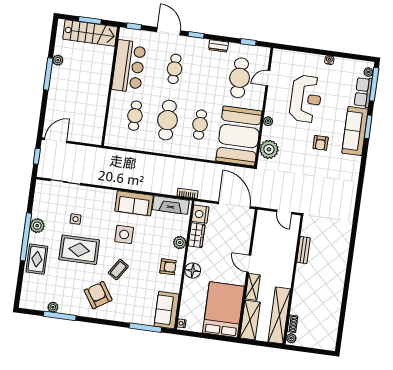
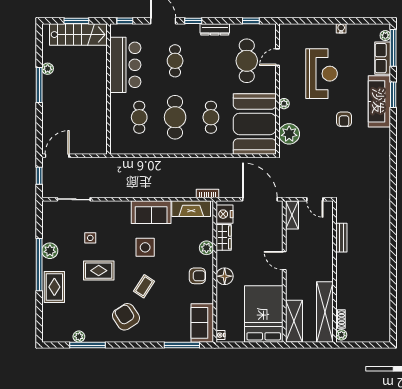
dresser: (218, 46) -> (215, 29), width x1.44
rug: (79, 250) -> (99, 271), width x0.73, depth x0.70
shelving: (253, 287) -> (292, 215), moved

